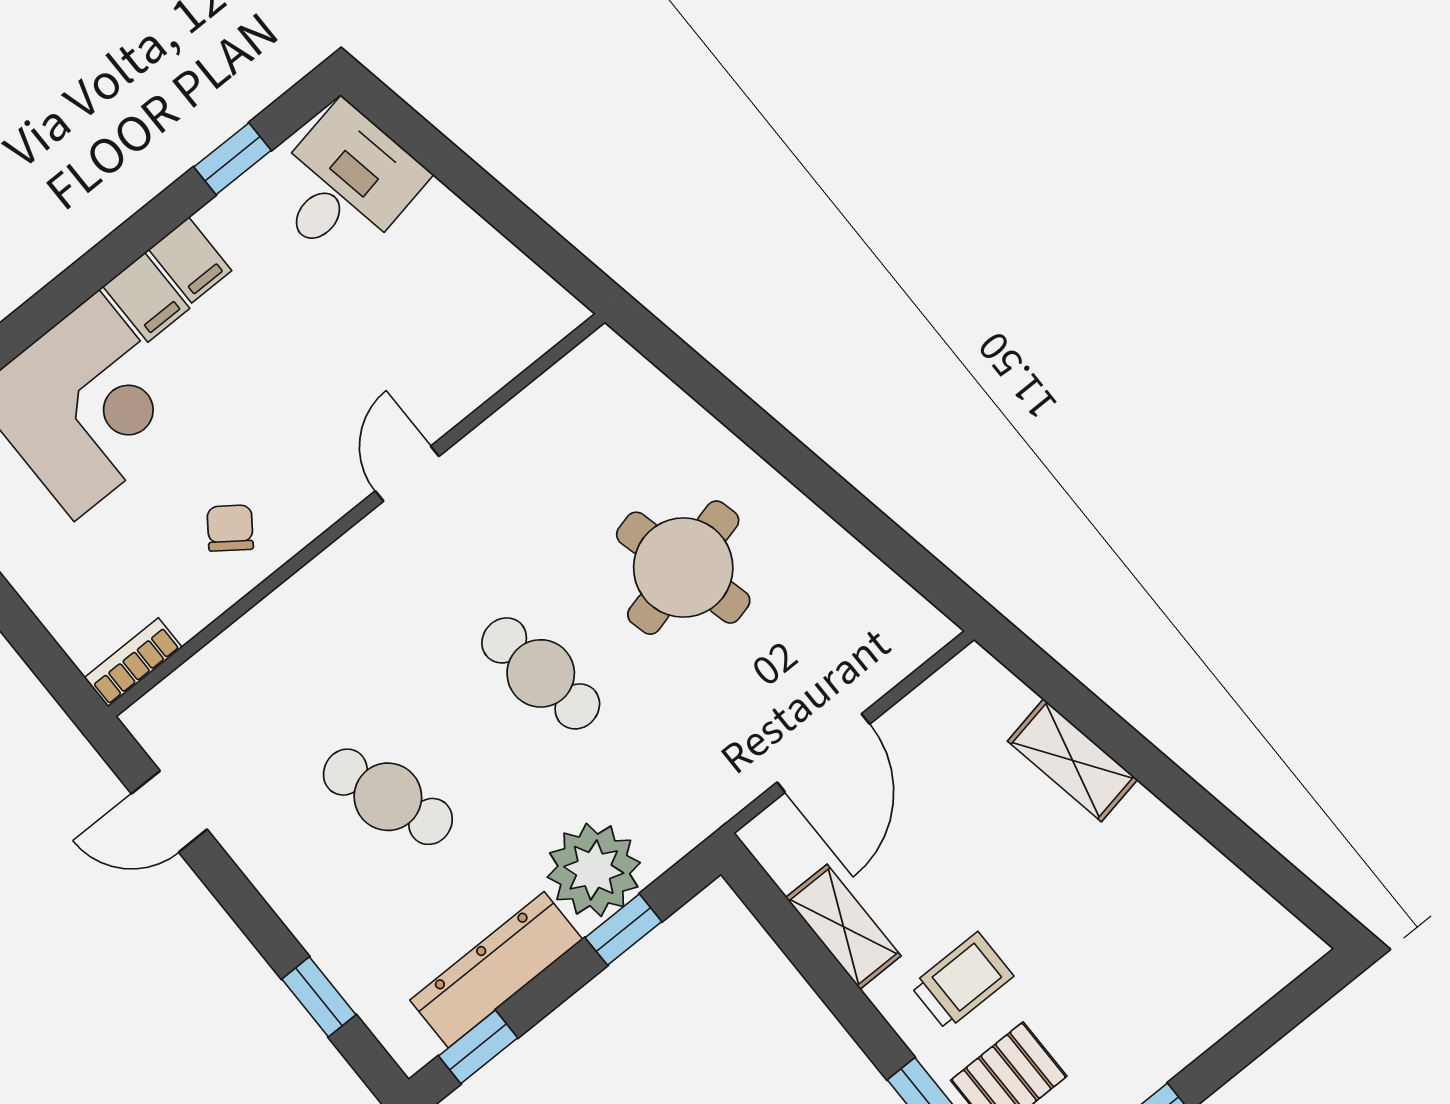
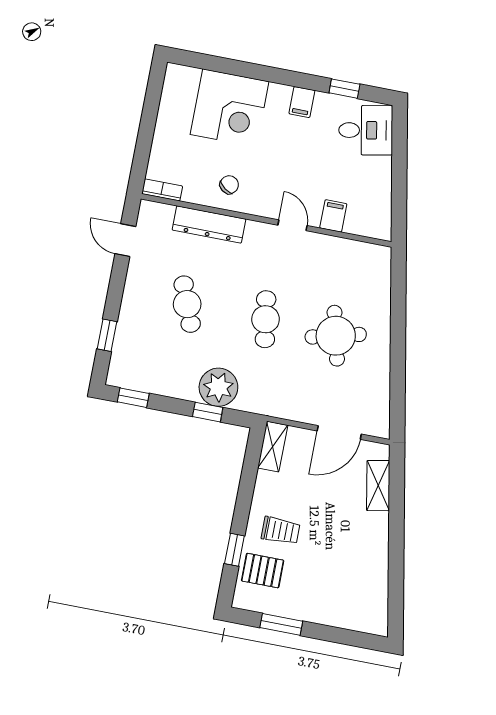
filing cabinet: (146, 297) -> (333, 216), moved, turned 180
door: (407, 474) -> (292, 225), hinge flipped
door: (823, 753) -> (339, 432), moved
shelving: (1072, 760) -> (378, 486), moved
shelving: (843, 927) -> (273, 447), moved
dresser: (496, 970) -> (209, 224), moved, turned 180

